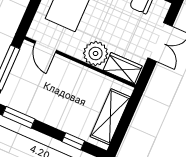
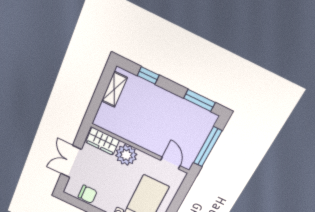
shelving: (110, 117) -> (114, 89), width x0.67, depth x0.75

